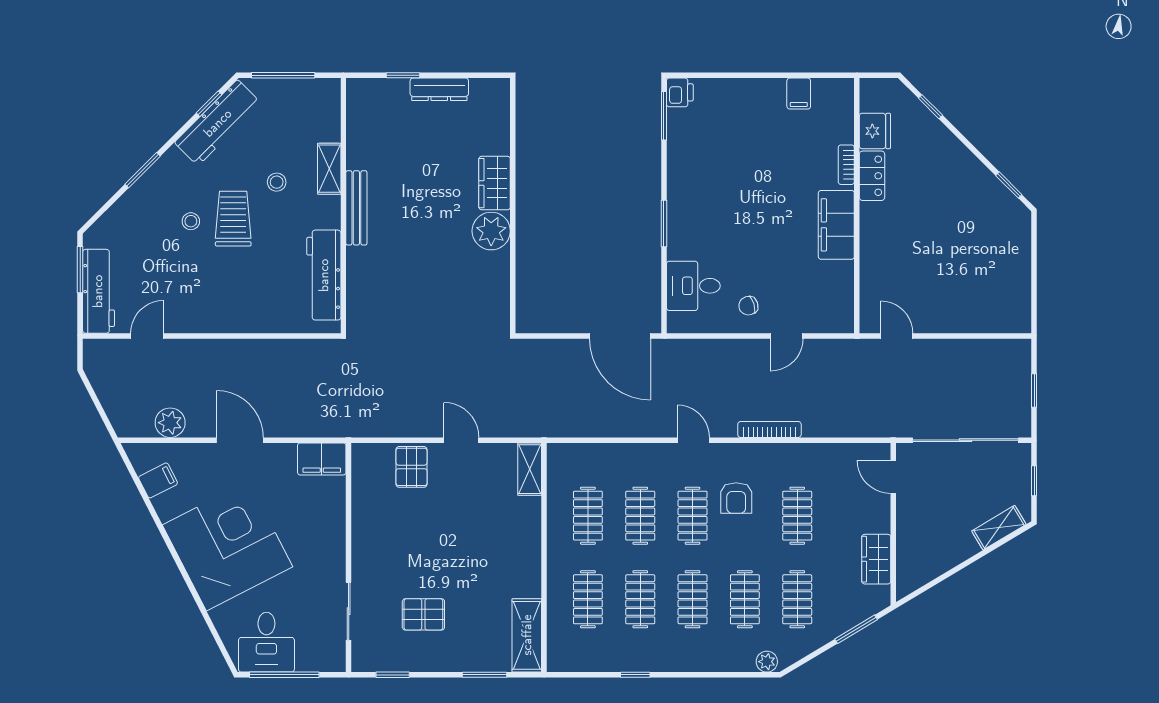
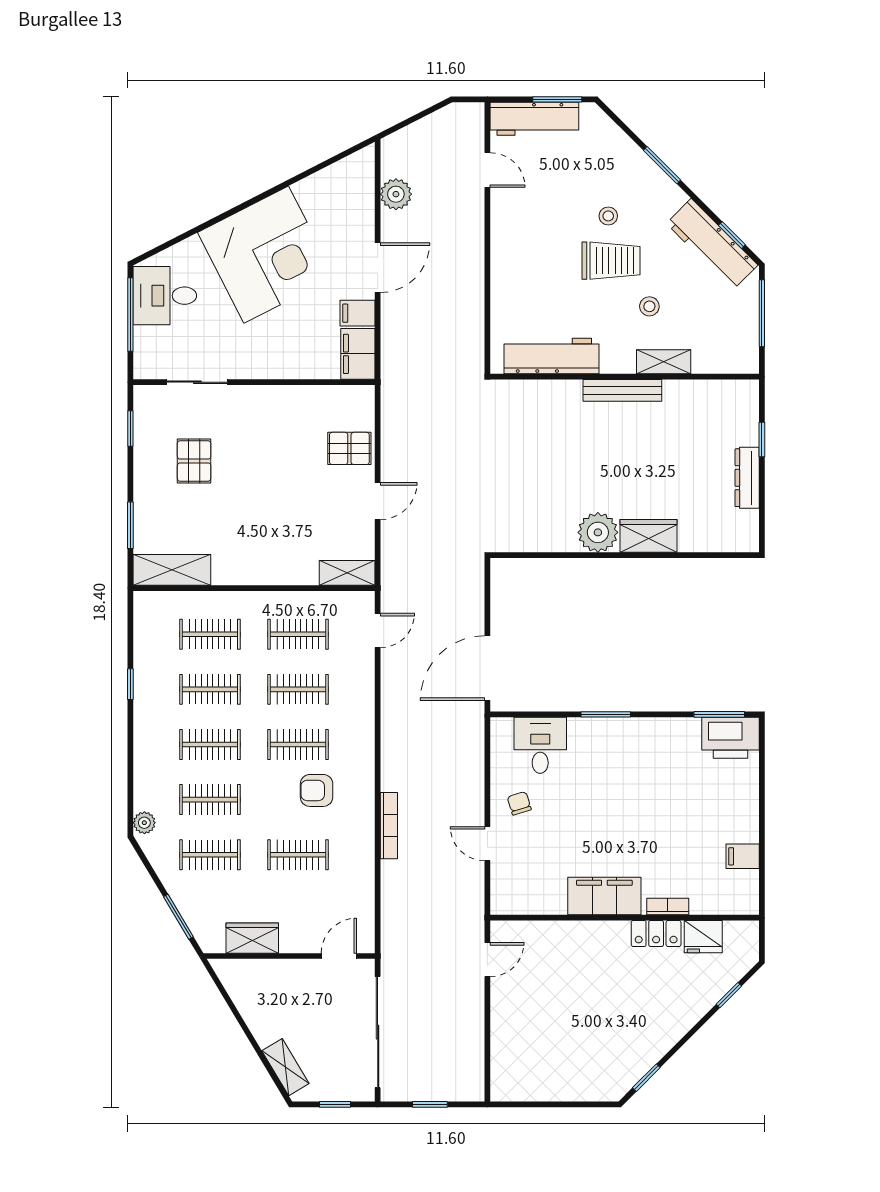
printer: (680, 92) -> (730, 738), width x1.87, depth x1.48
door: (693, 440) -> (378, 630), moved
filing cabinet: (158, 480) -> (357, 313), moved, turned 117

